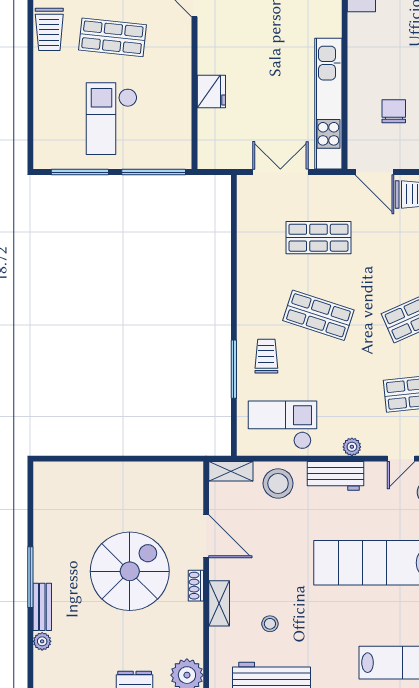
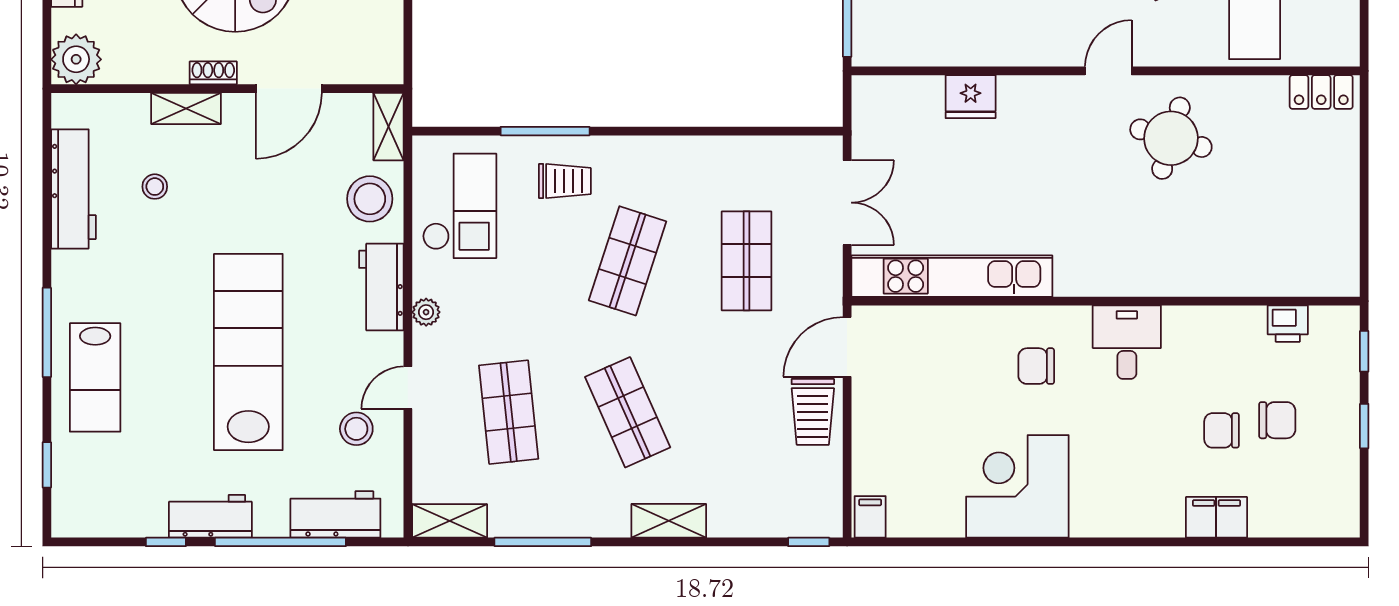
chair: (394, 111) -> (1036, 366), moved, turned 180
door: (401, 459) -> (408, 388), hinge flipped

